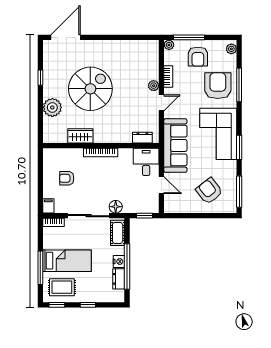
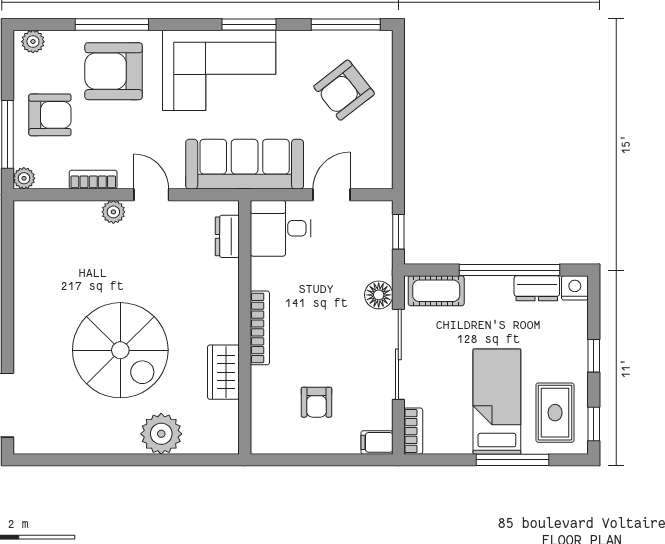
window: (40, 78) -> (96, 460), removed
spiral stairs: (90, 89) -> (120, 350), turned 180
nightstand: (119, 261) -> (575, 288), moved

